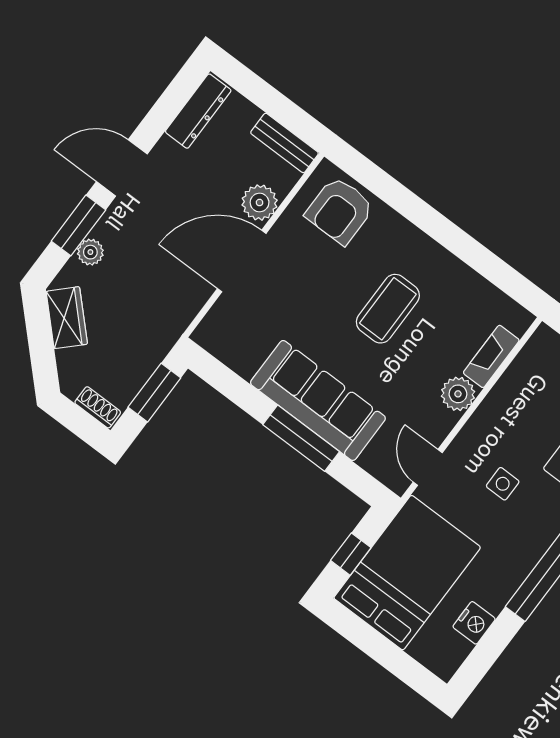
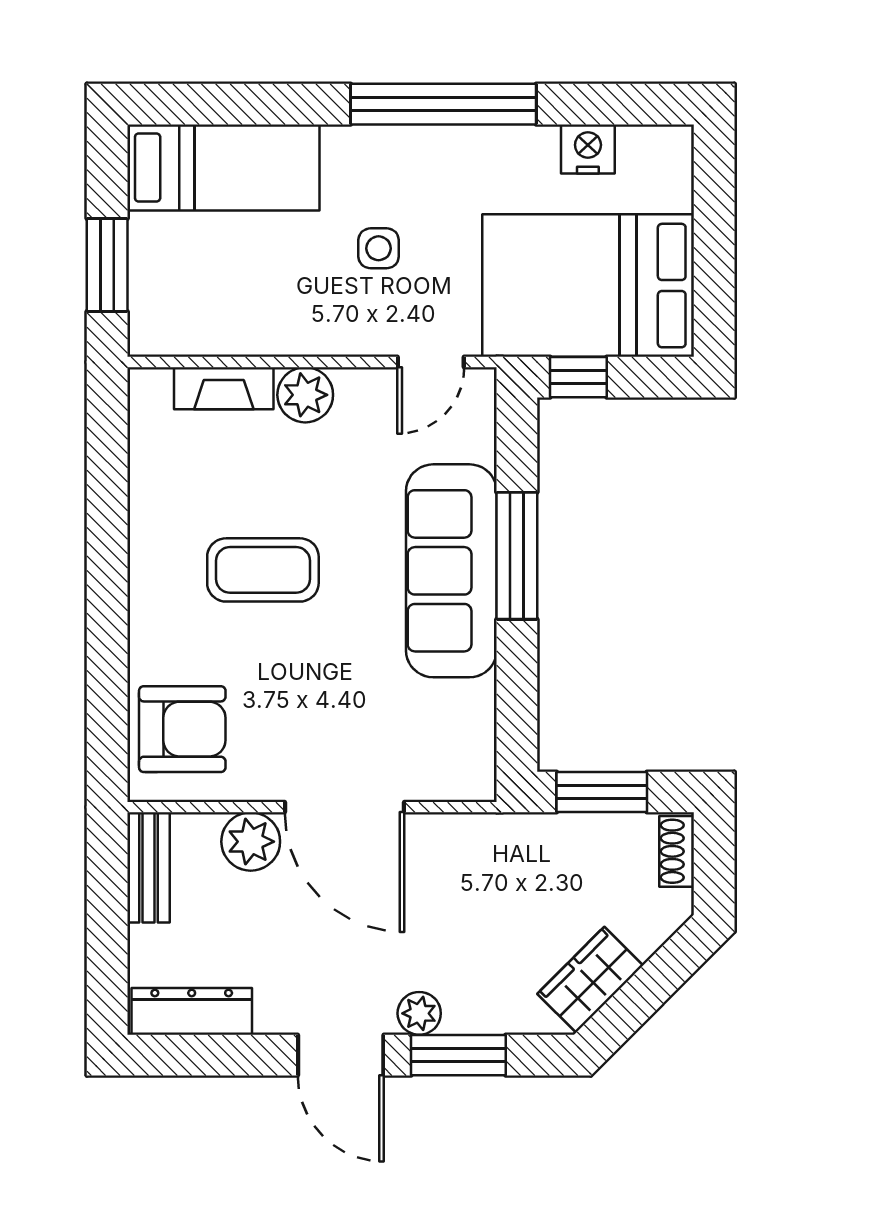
plant: (90, 252) -> (419, 1013), moved
window: (351, 554) -> (578, 377), moved

